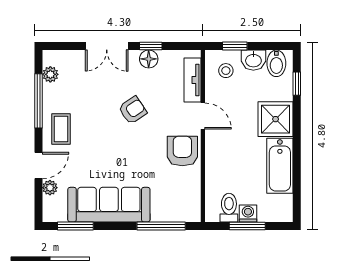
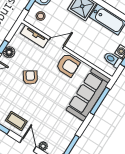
armchair: (182, 151) -> (68, 65), turned 180
sofa: (109, 205) -> (88, 95), moved

